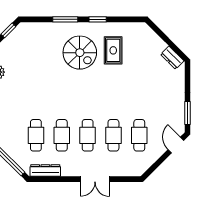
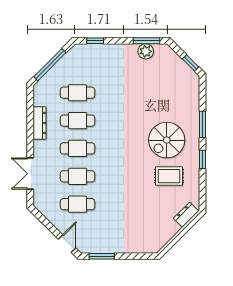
dresser: (172, 58) -> (186, 215), moved
door: (176, 145) -> (67, 244), hinge flipped
dresser: (45, 171) -> (40, 123), moved
double door: (95, 179) -> (30, 174), moved

